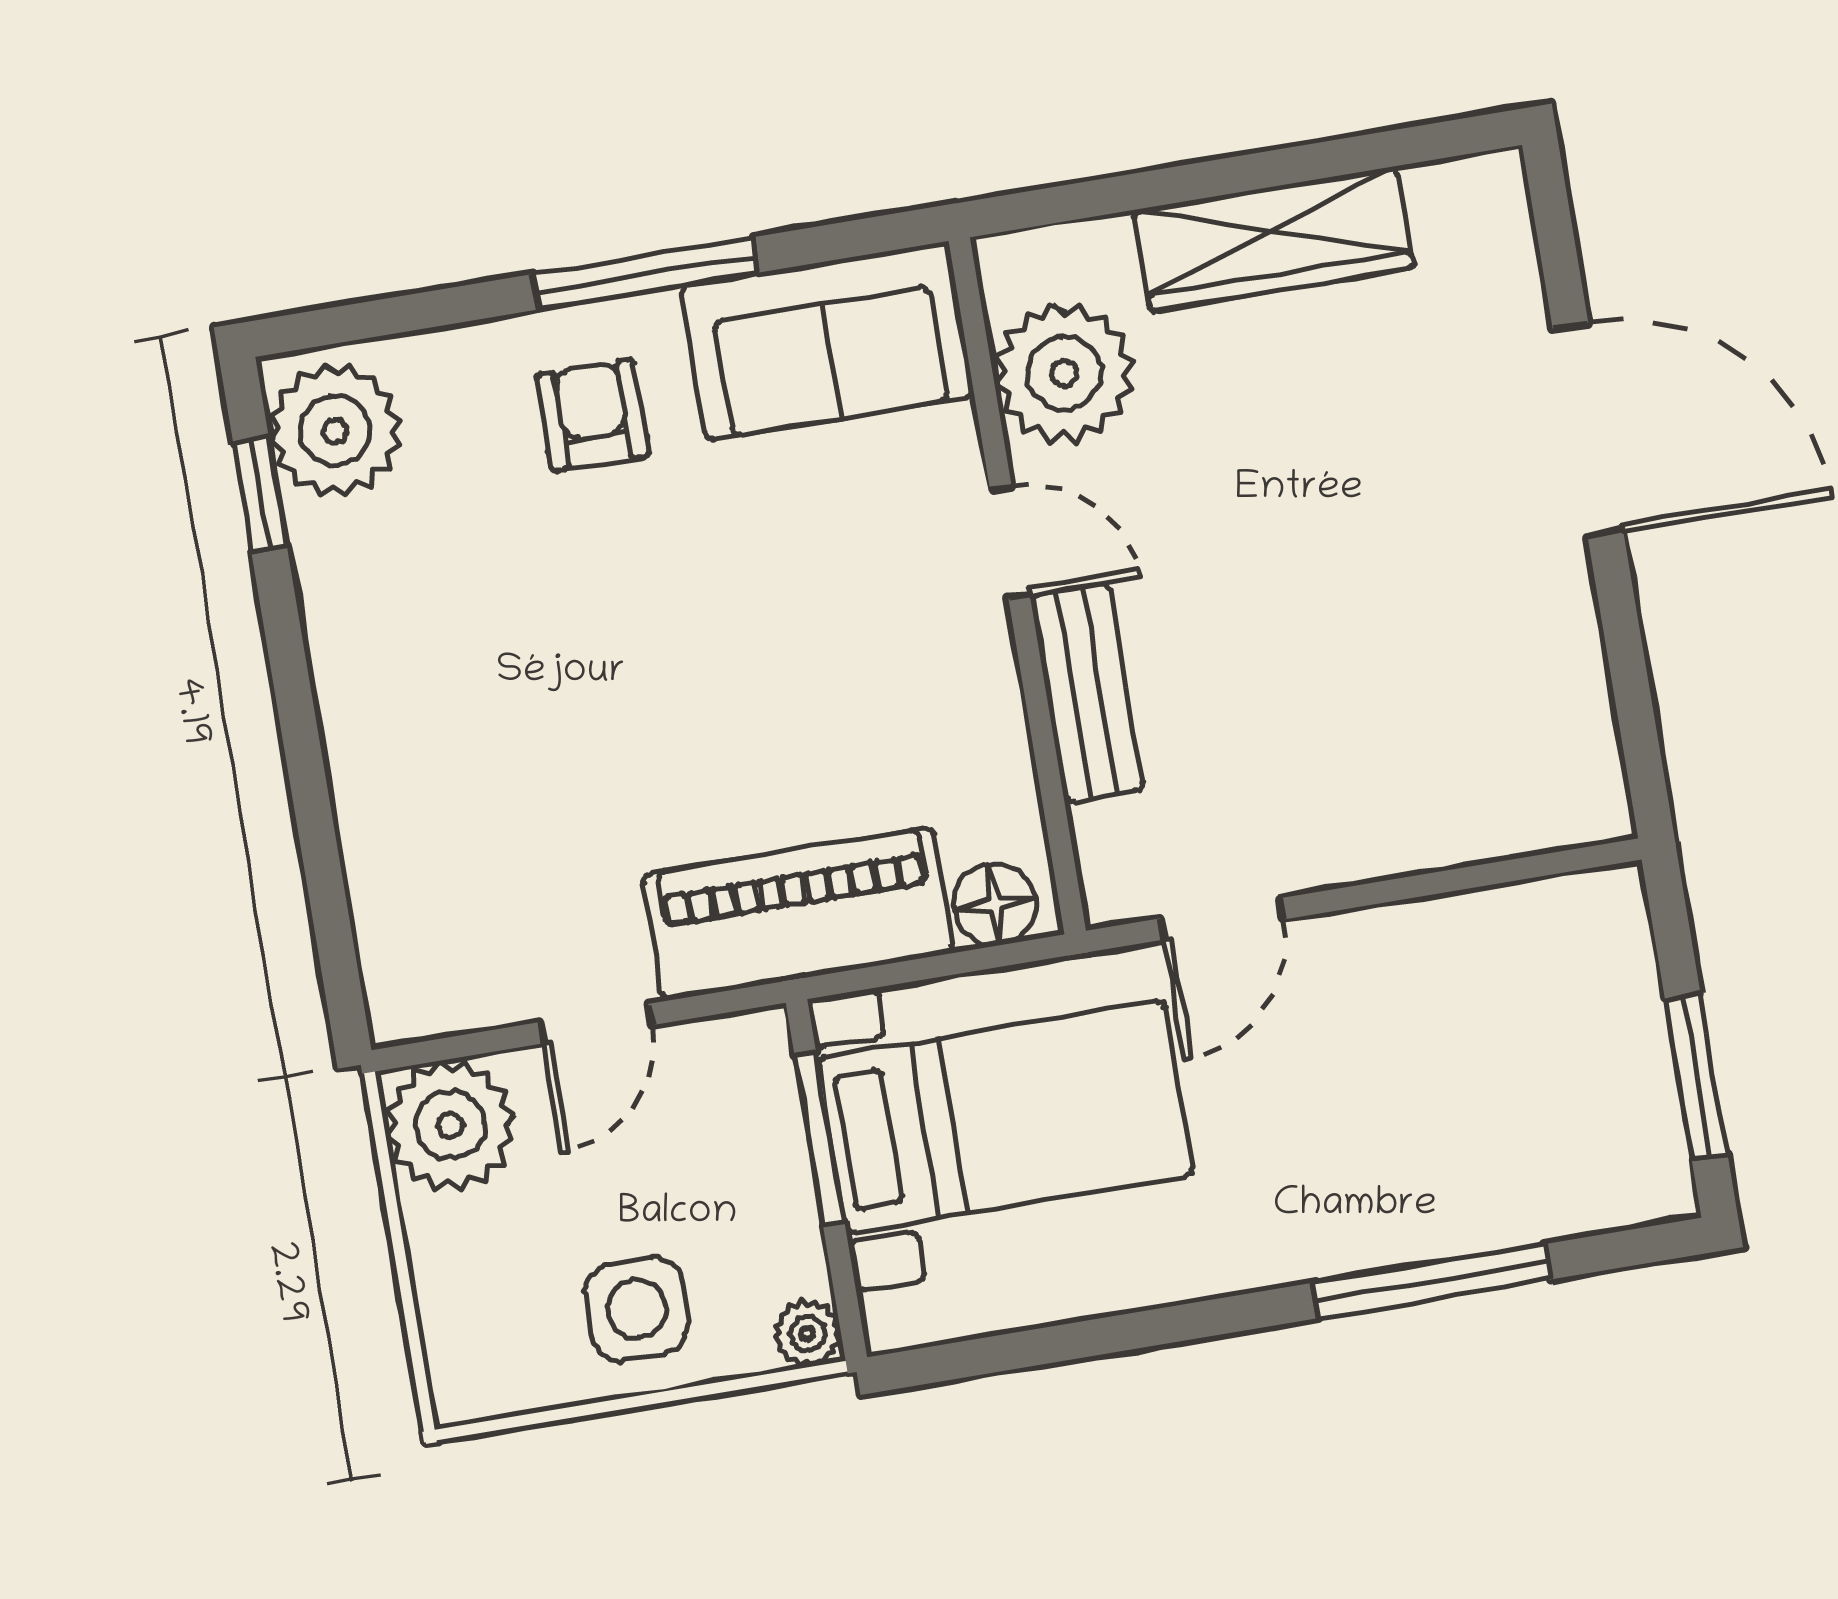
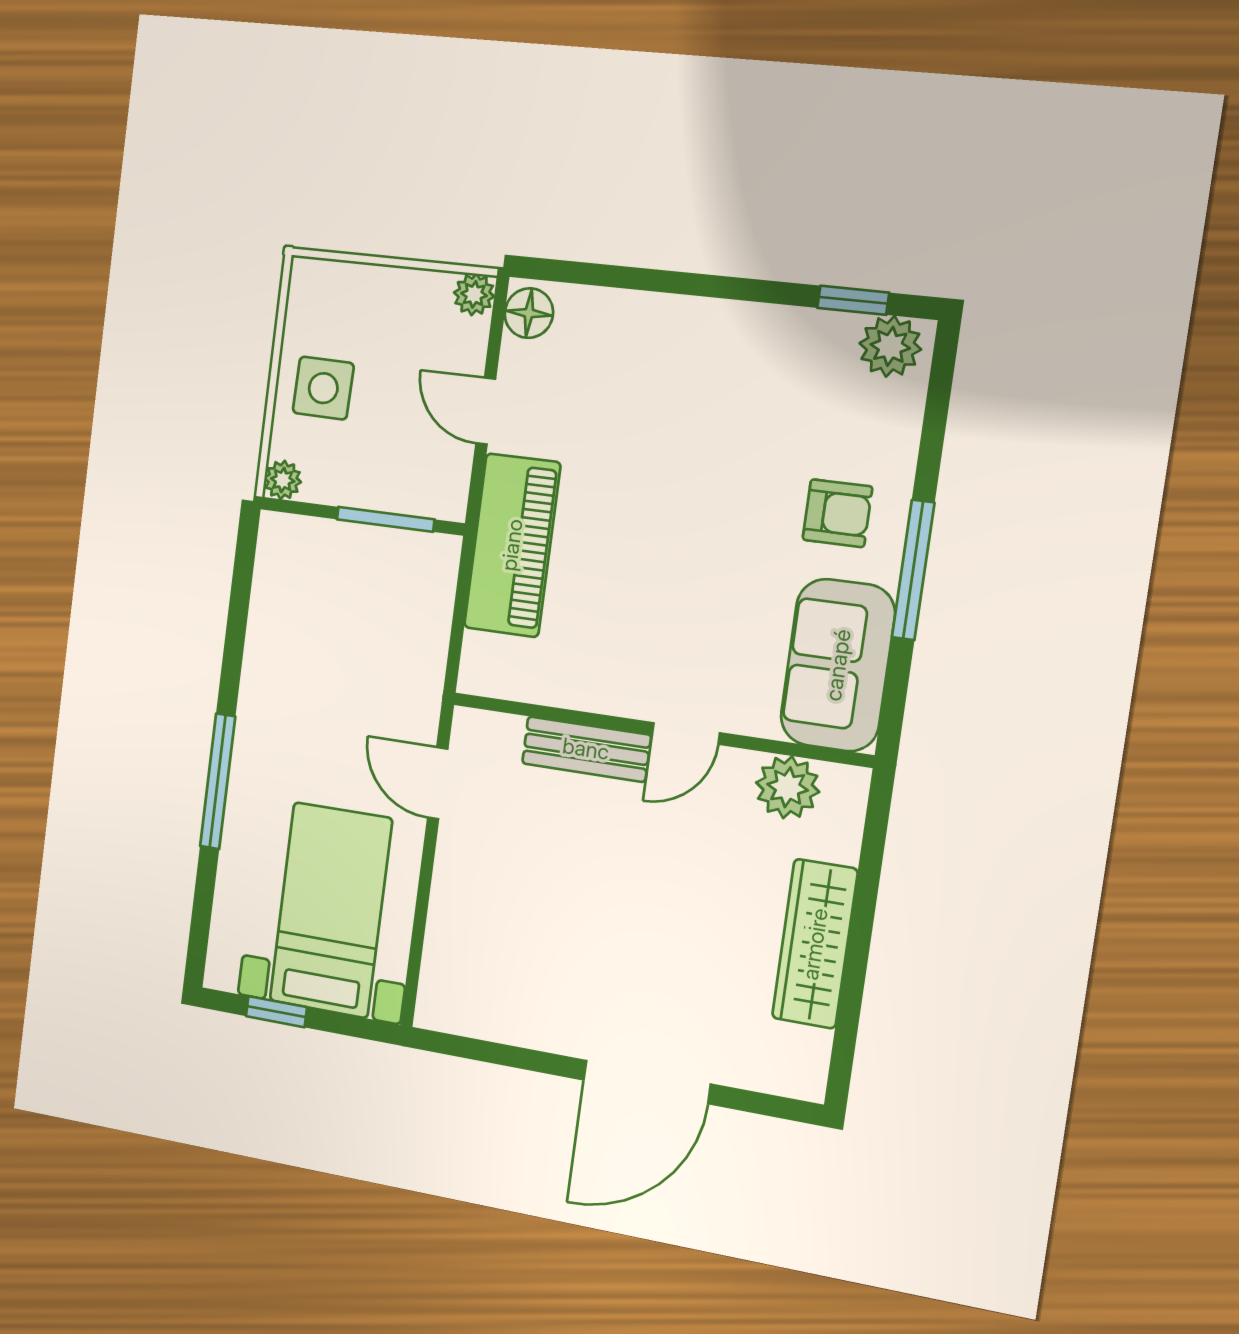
plant: (1064, 373) -> (788, 787), width x0.73, depth x0.73
plant: (335, 431) -> (890, 346), width x0.73, depth x0.73
floor lamp: (995, 904) -> (529, 313), moved
window: (1696, 1077) -> (276, 1012), width x0.67
bed with nightstands: (1005, 1117) -> (331, 910), moved, turned 180
plant: (450, 1125) -> (474, 294), width x0.53, depth x0.53
window: (1432, 1281) -> (218, 781), moved

